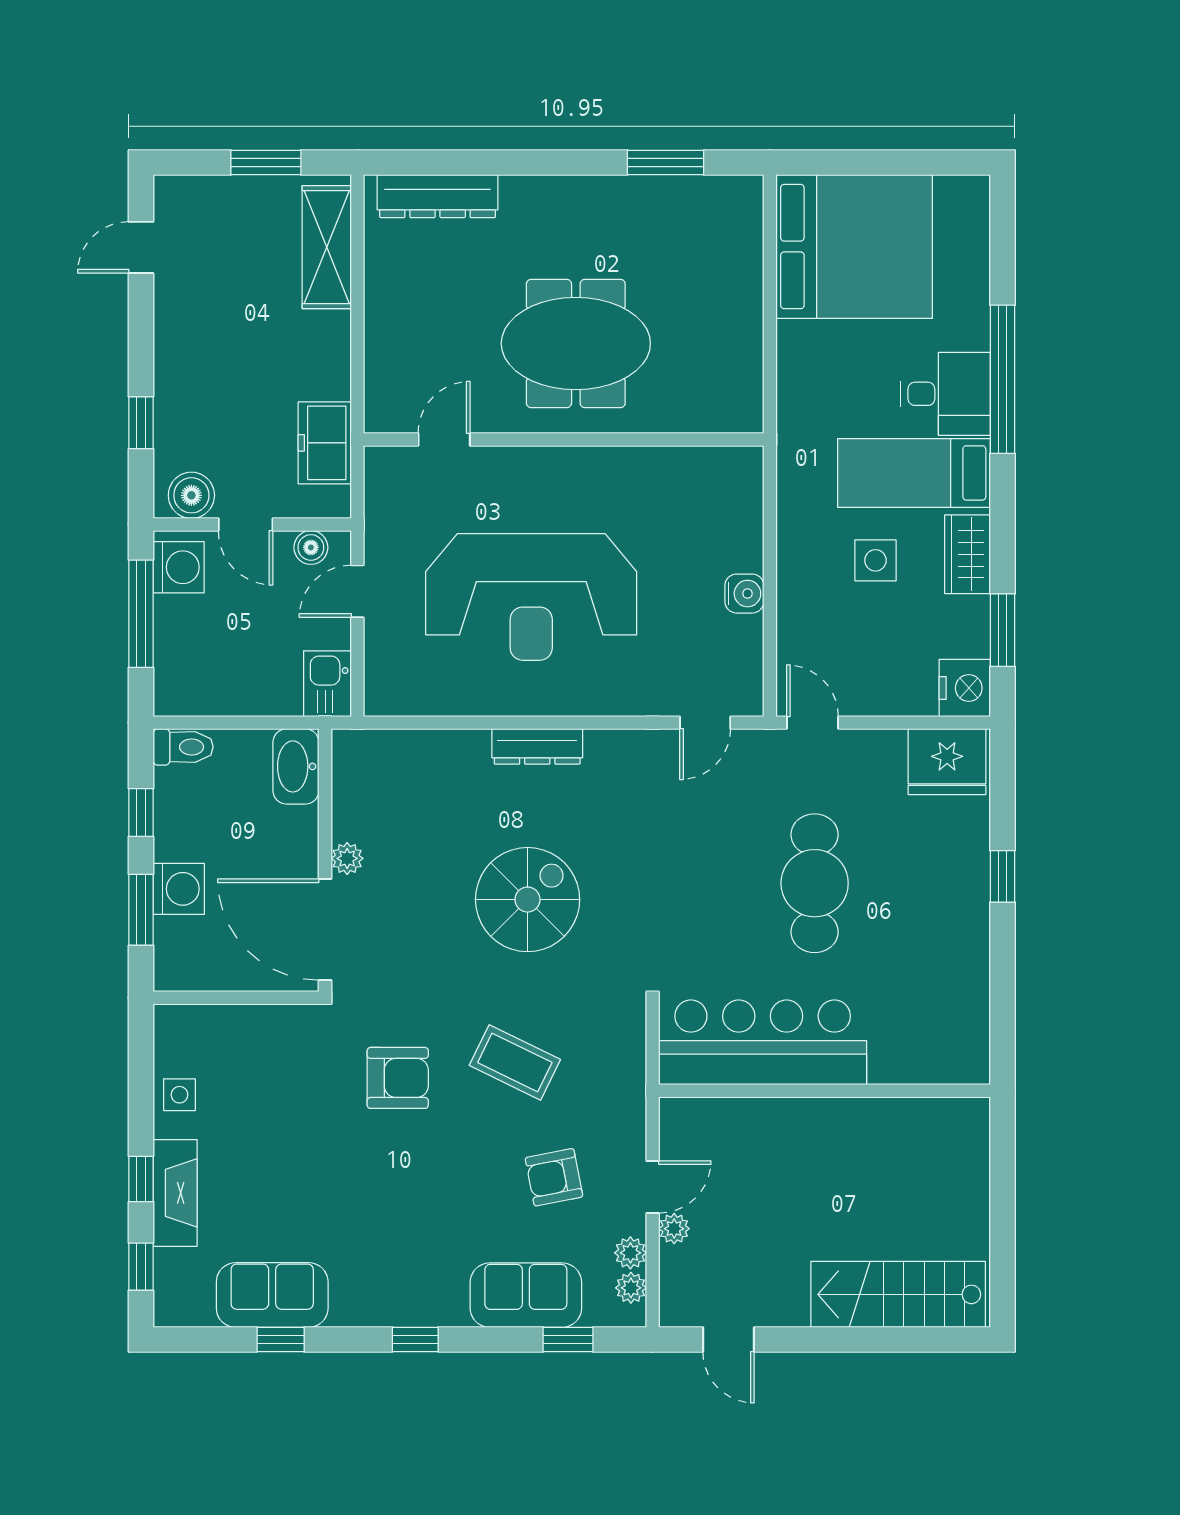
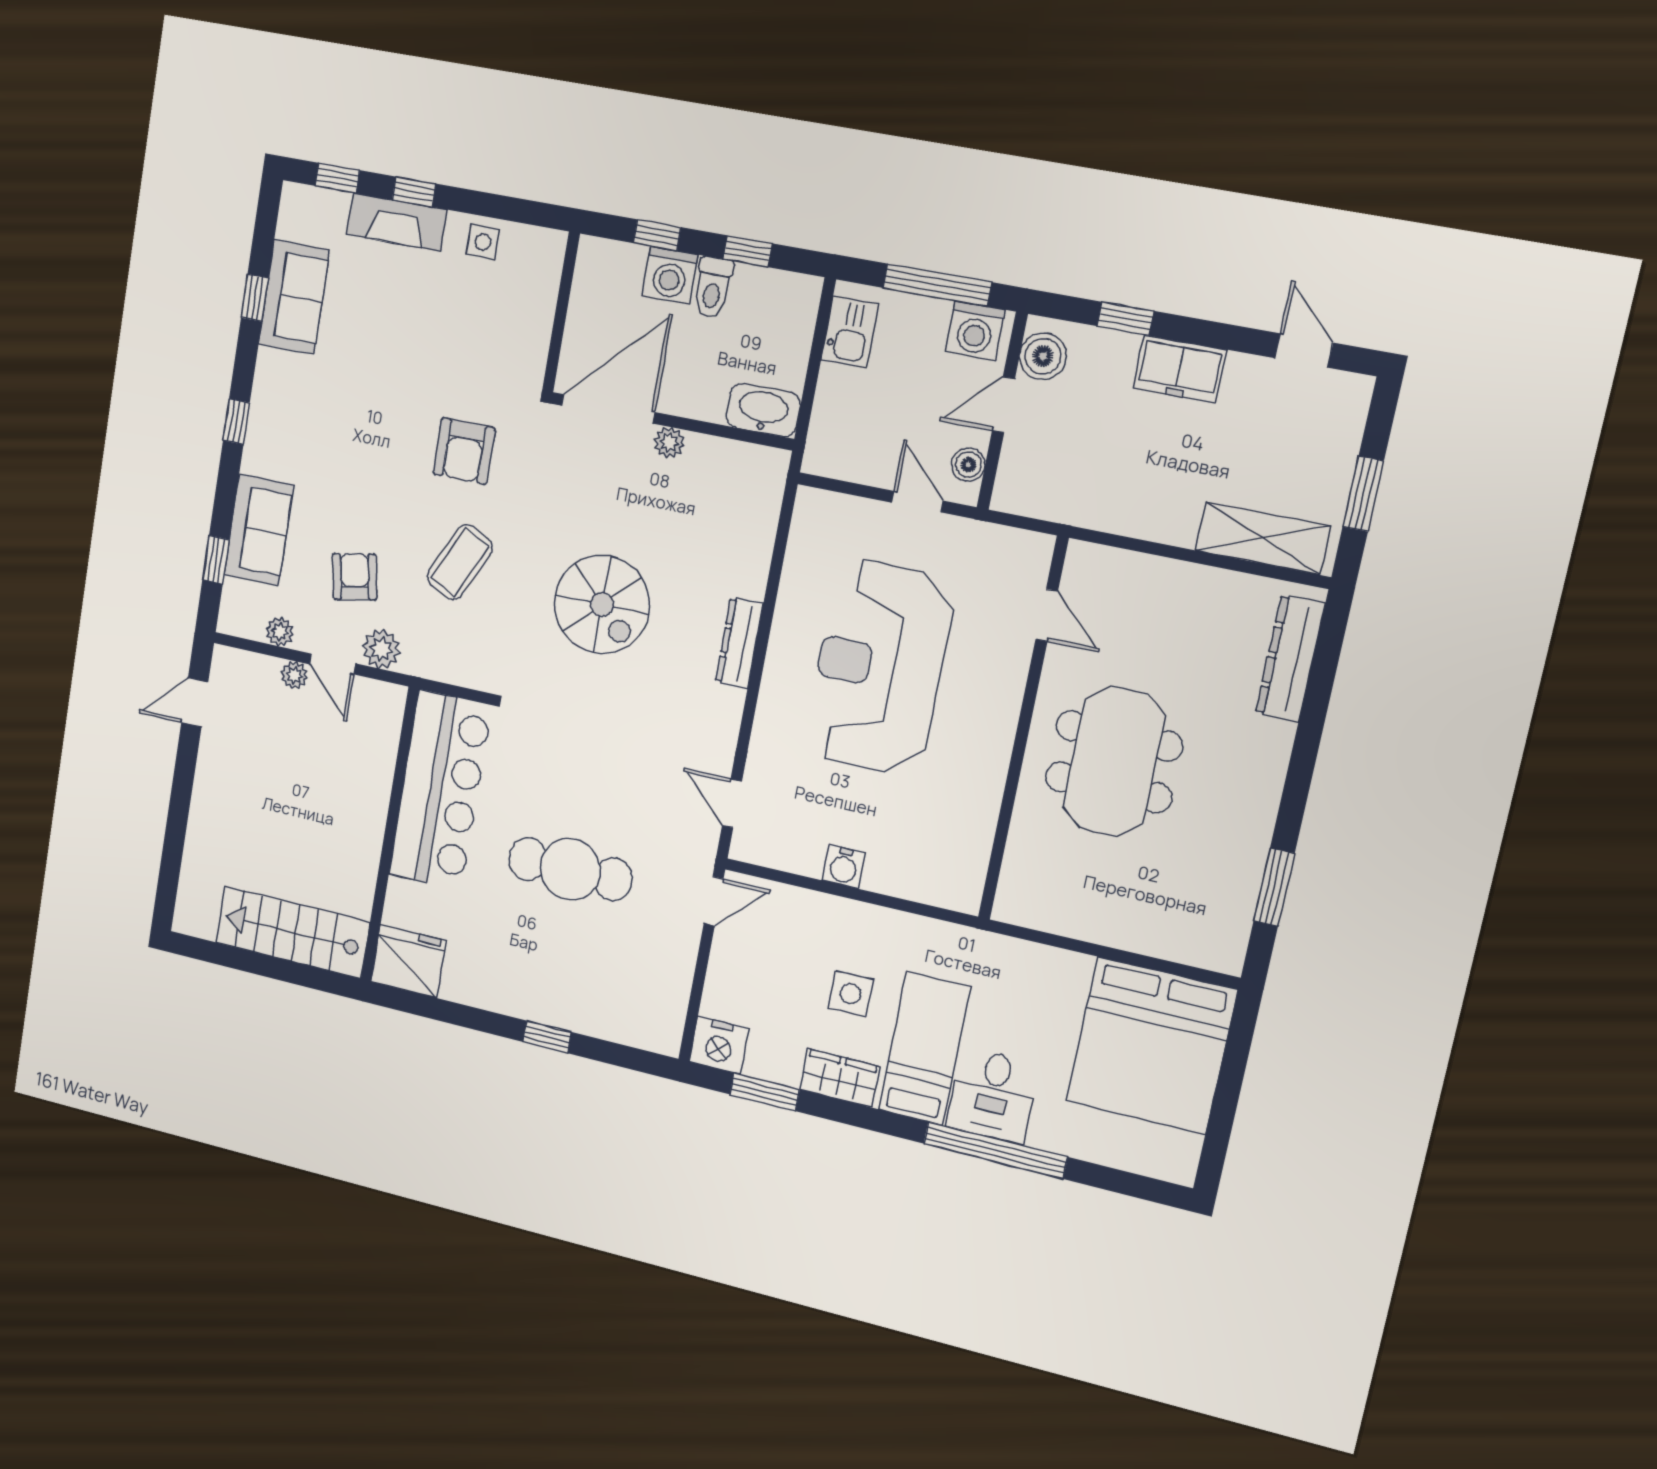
freezer: (325, 443) -> (1180, 369), moved, turned 180
kitchen sink: (327, 684) -> (850, 332), moved, turned 90
toilet: (183, 747) -> (713, 288), moved
fridge: (947, 762) -> (408, 961), moved, turned 90
window: (141, 910) -> (657, 235), width x0.67
plant: (631, 1288) -> (381, 649), moved, width x1.38, depth x1.38
stairs: (898, 1294) -> (293, 932), moved, turned -90

